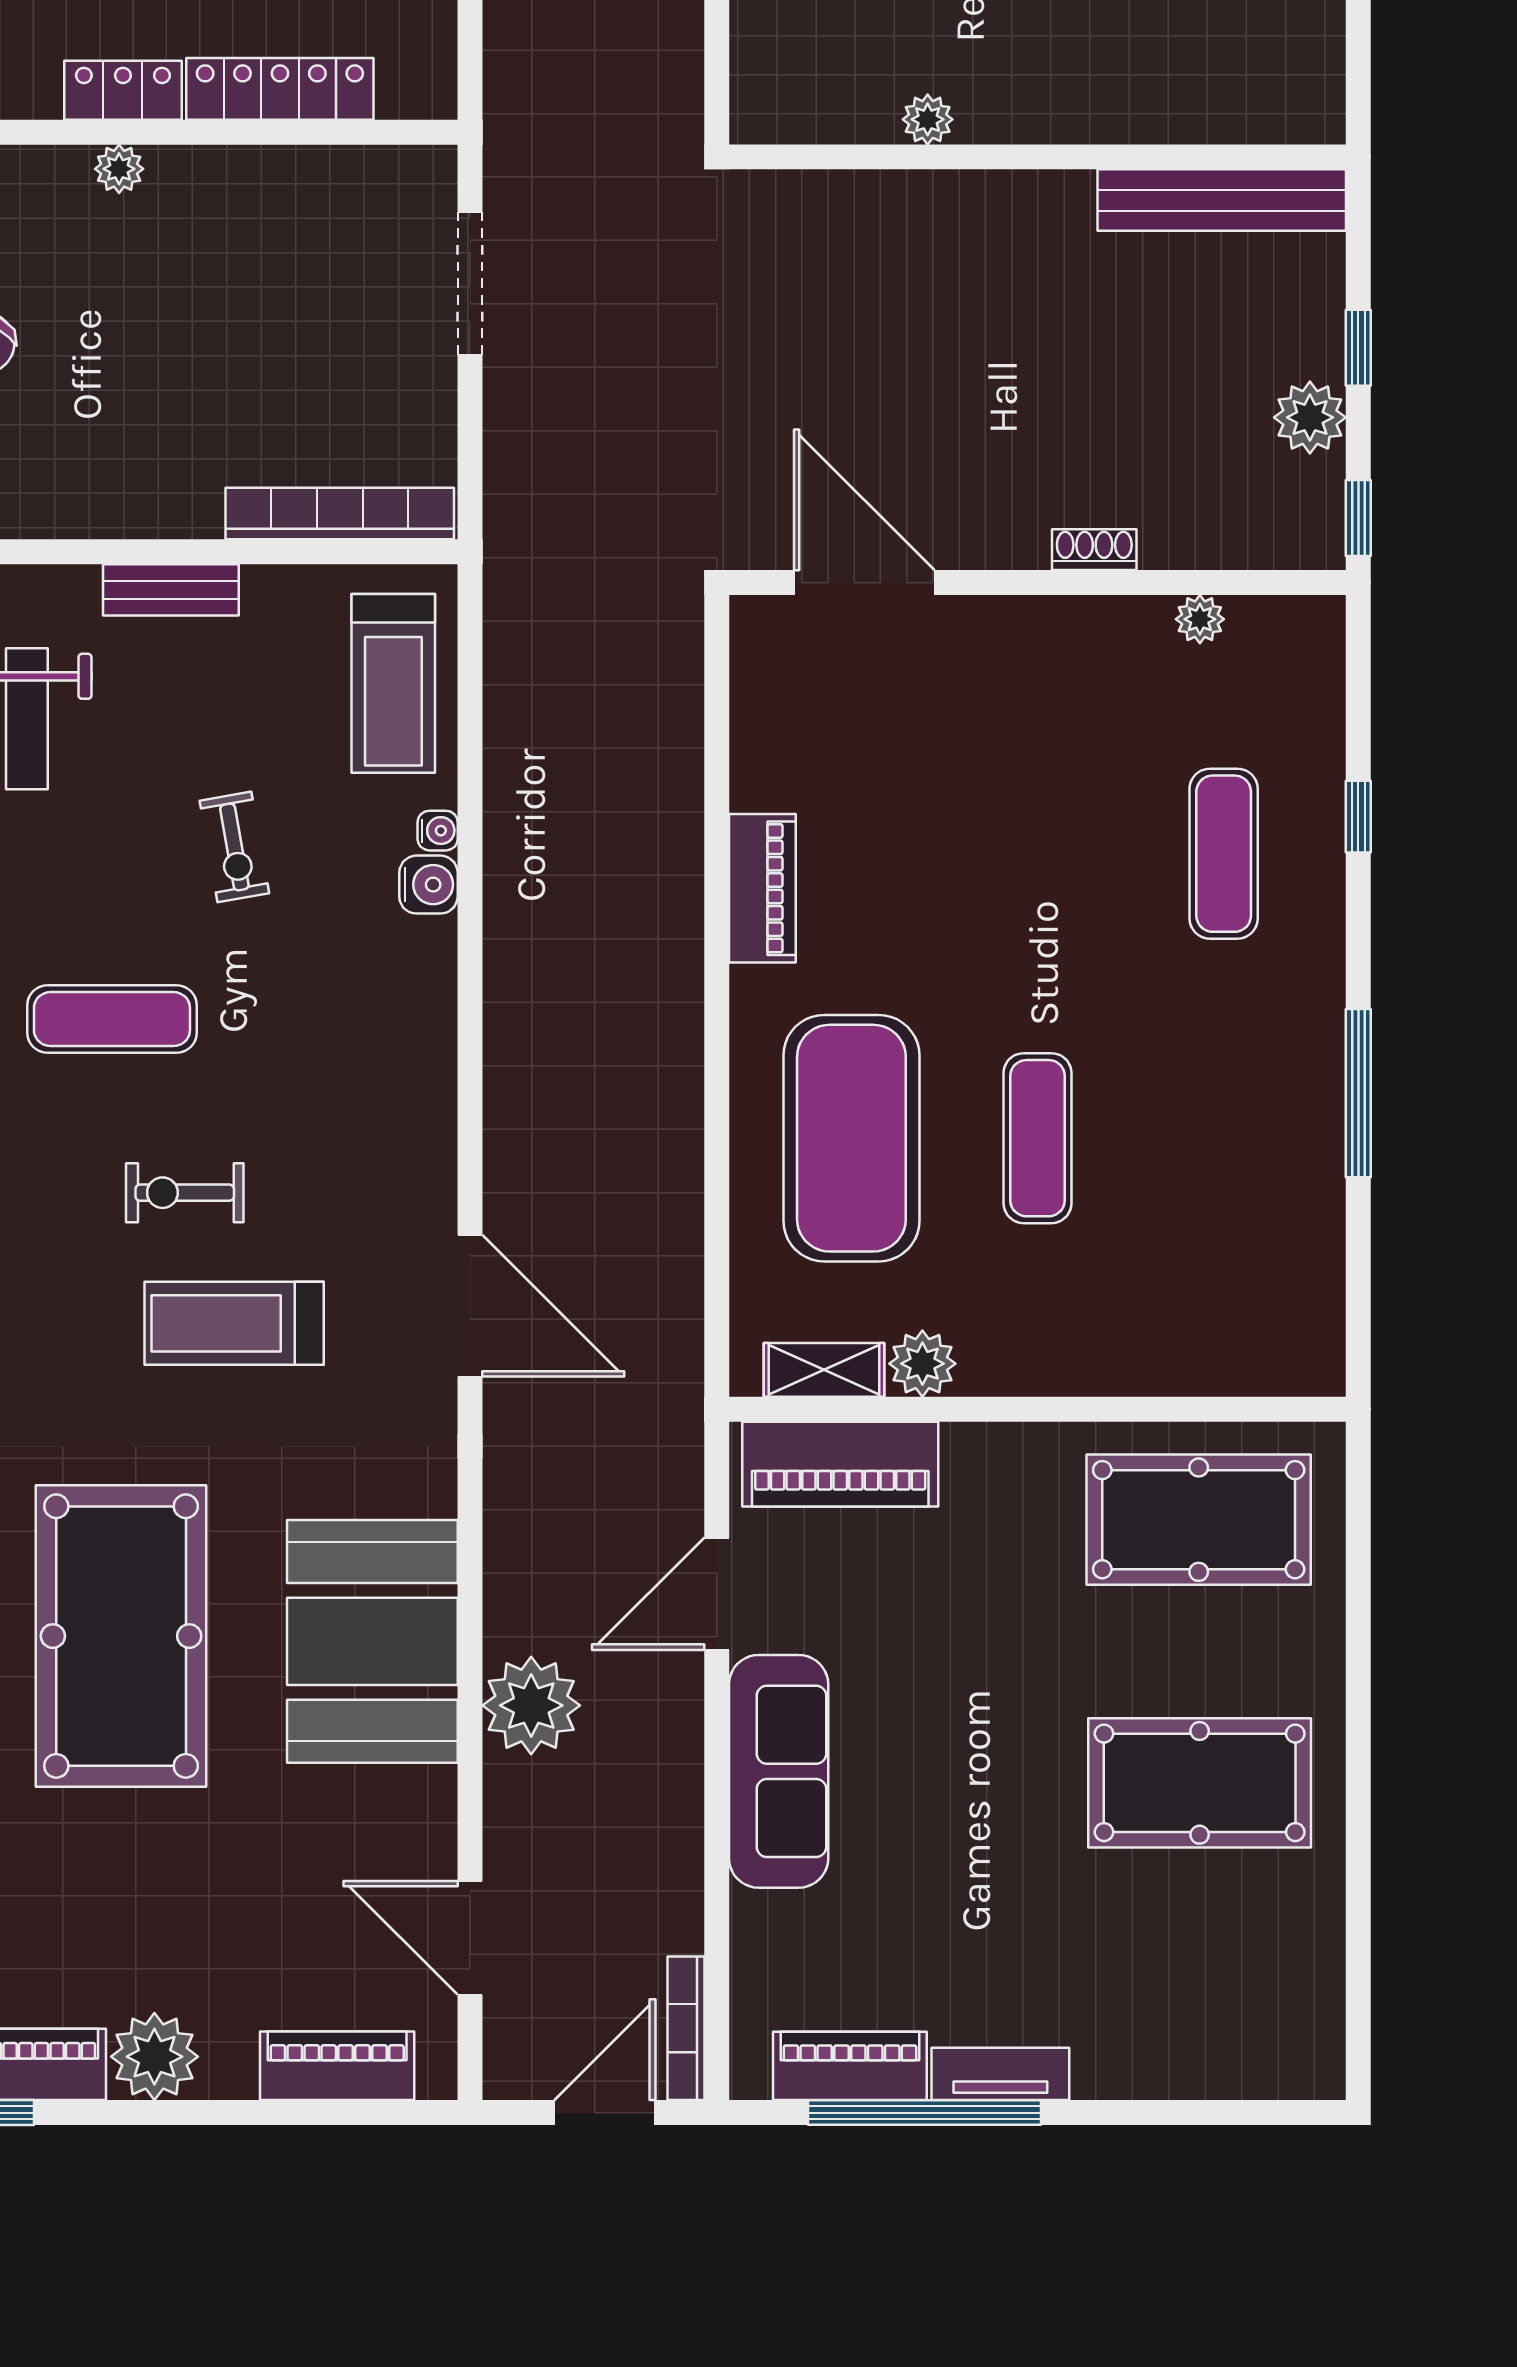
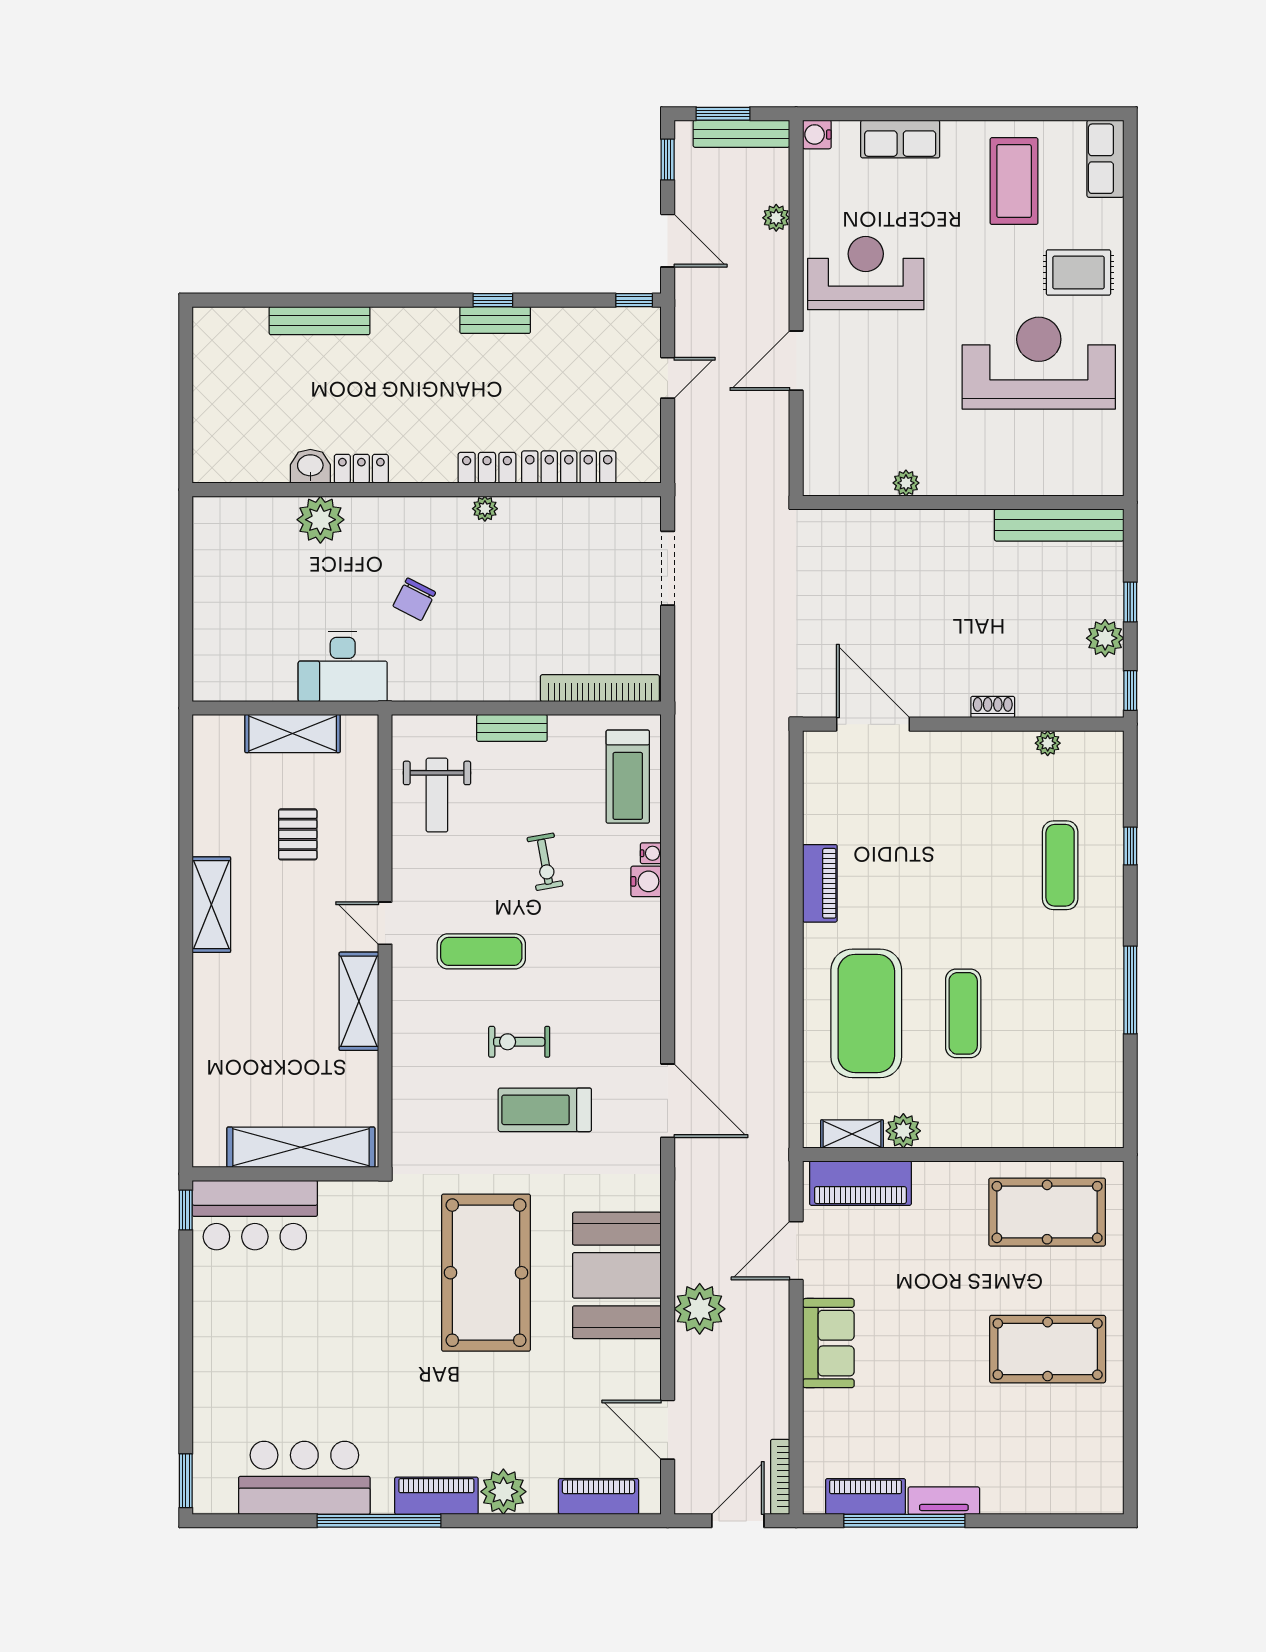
sofa: (779, 1771) -> (828, 1343), width x0.73

